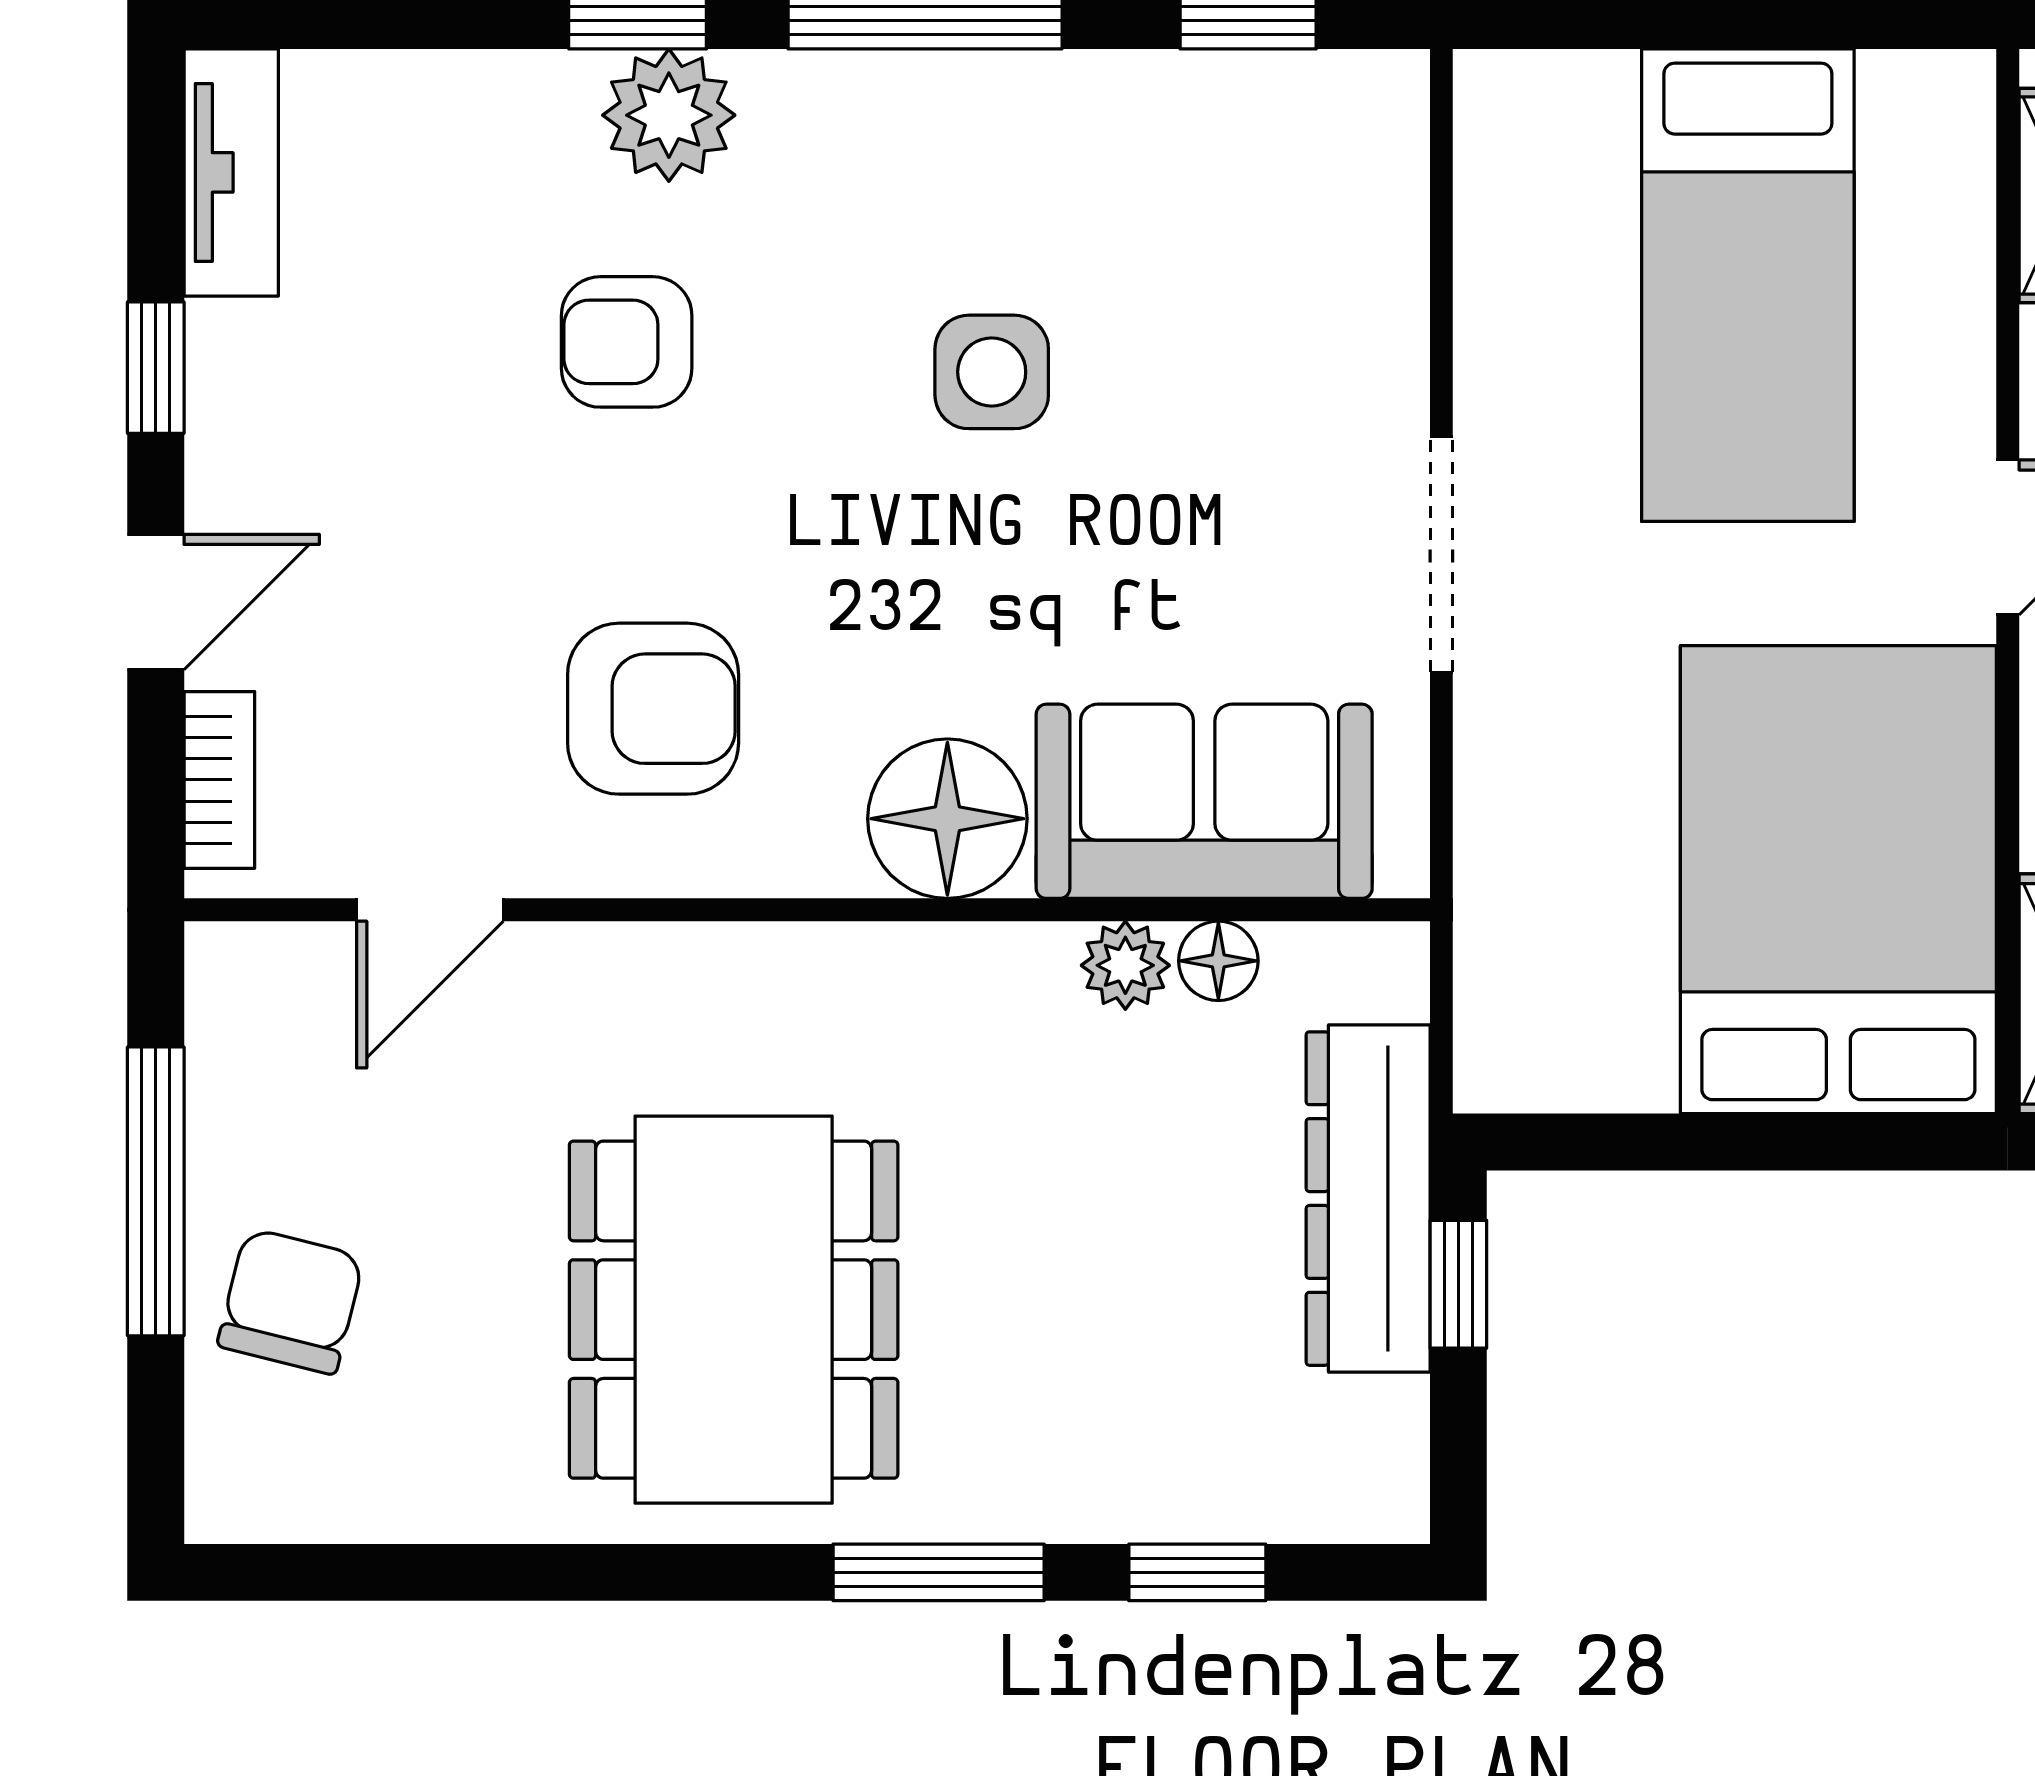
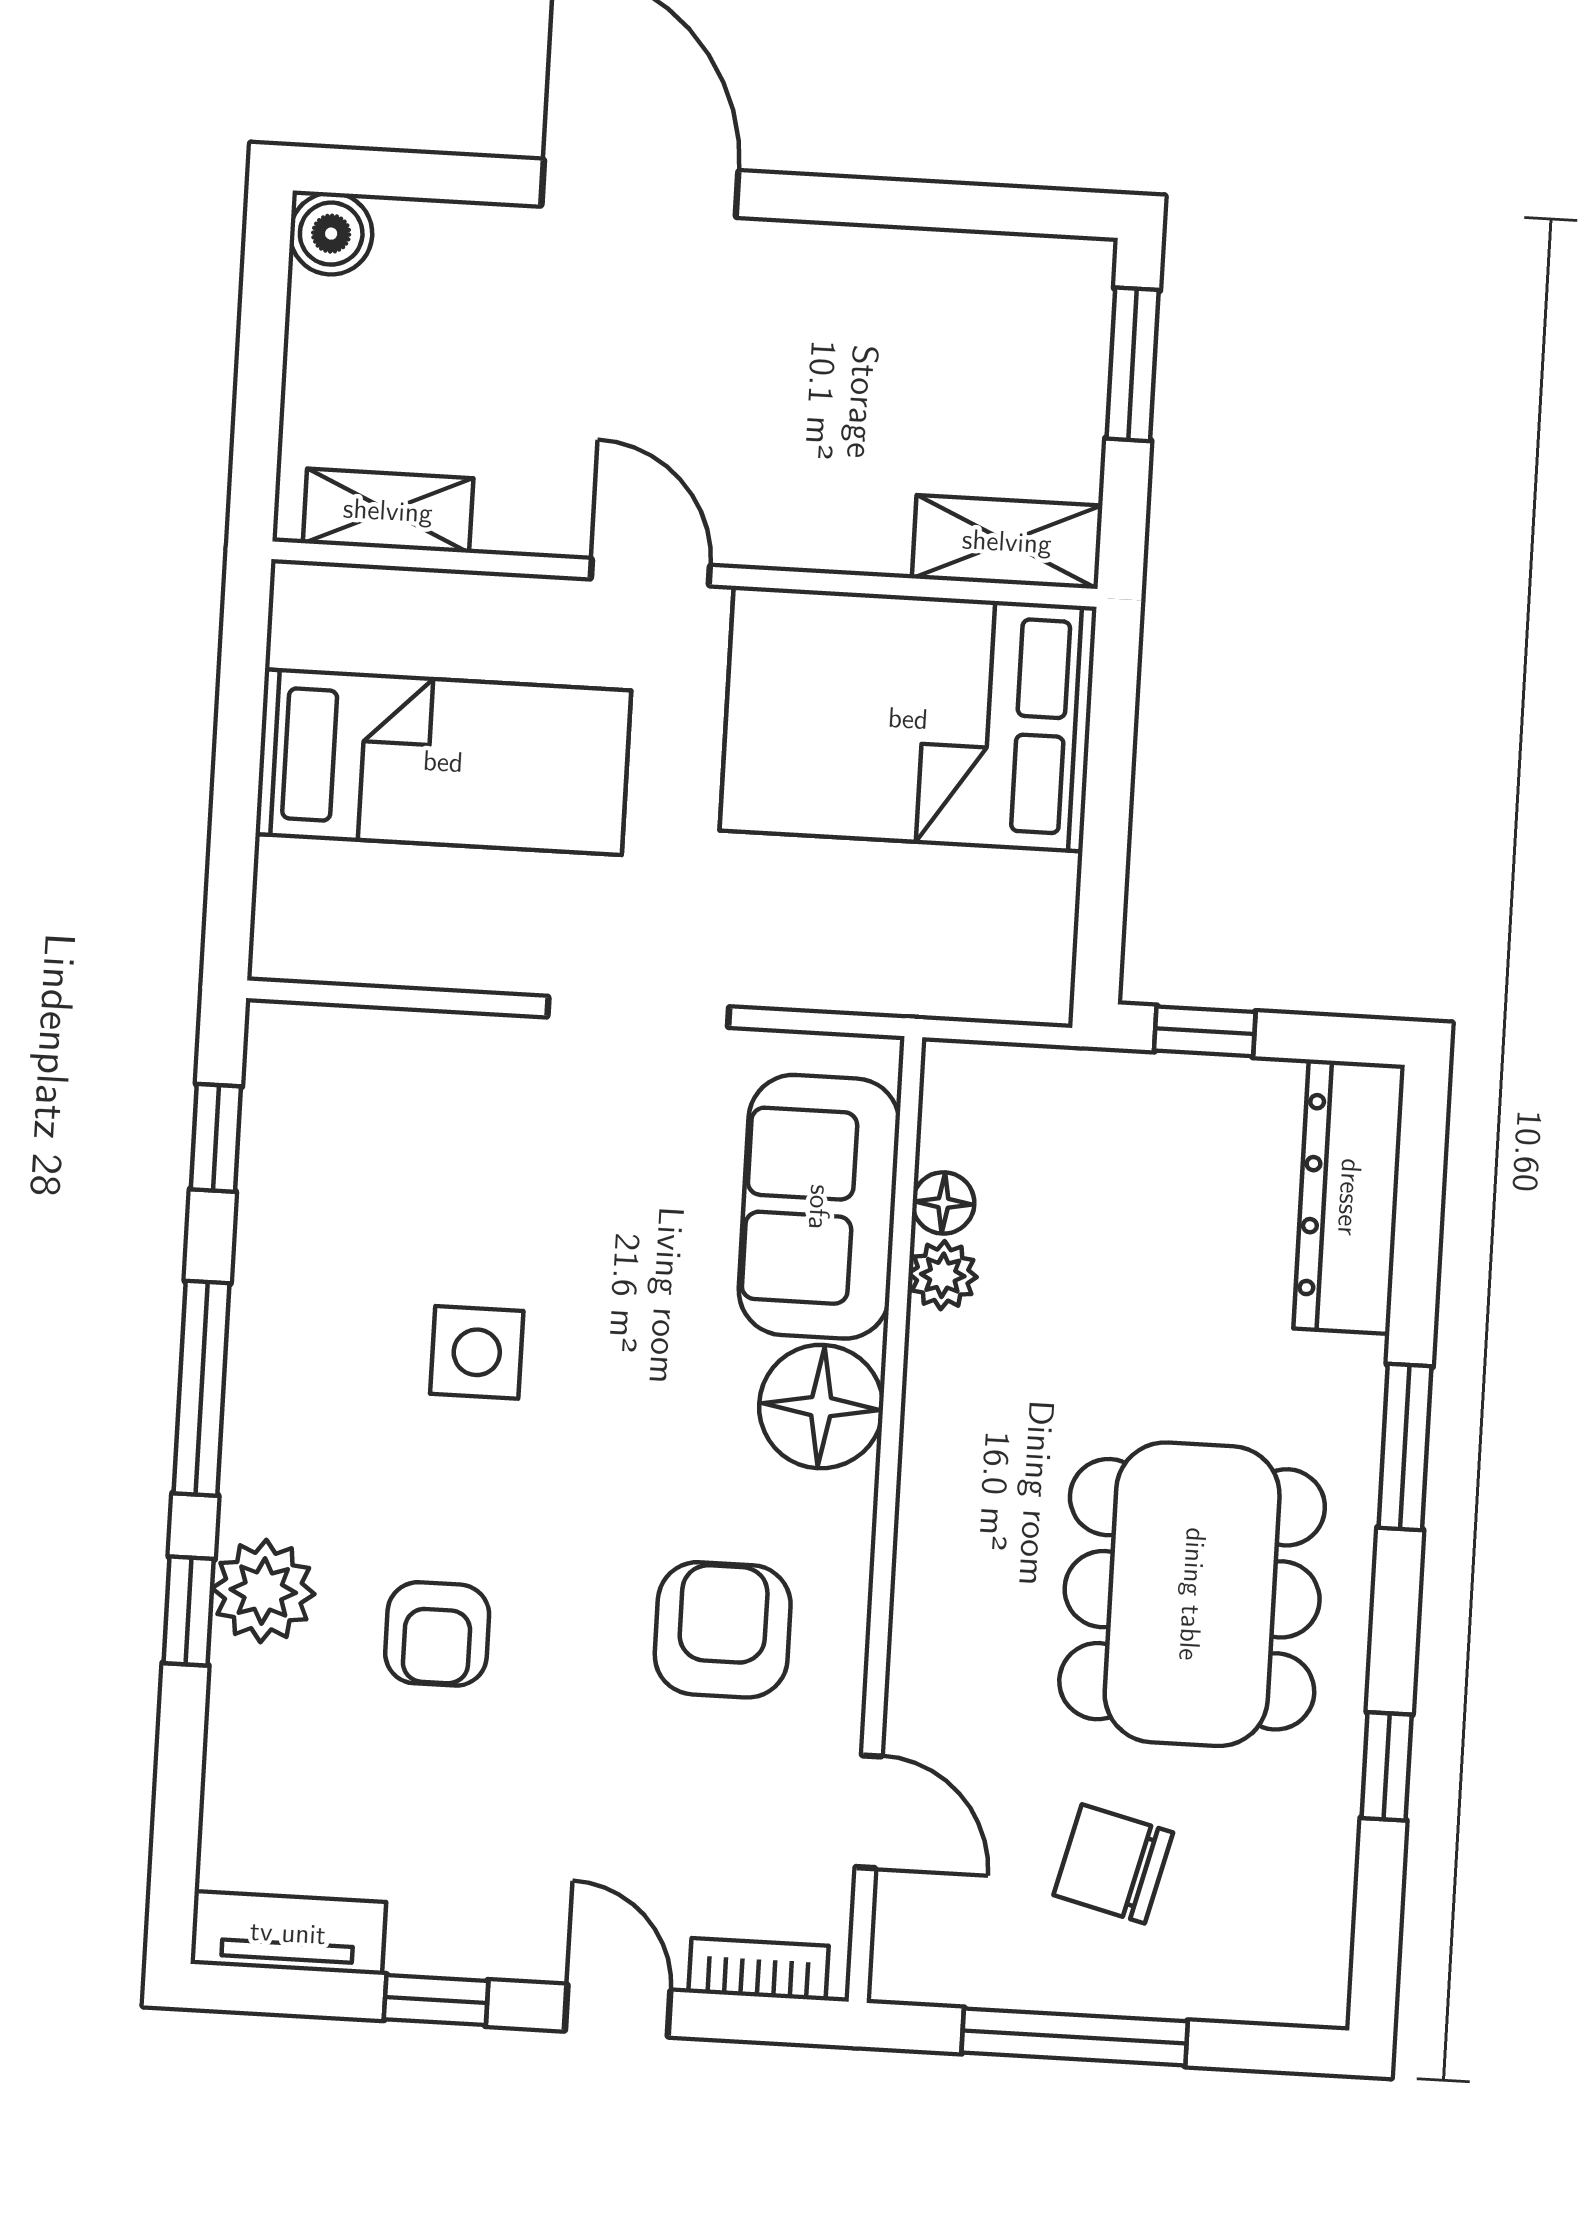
dresser: (1368, 1199) -> (1349, 1197), moved, turned 90
chair: (291, 1301) -> (1113, 1864), moved
dining table: (734, 1310) -> (1192, 1594), turned 90
window: (1197, 1572) -> (1387, 1766), moved

